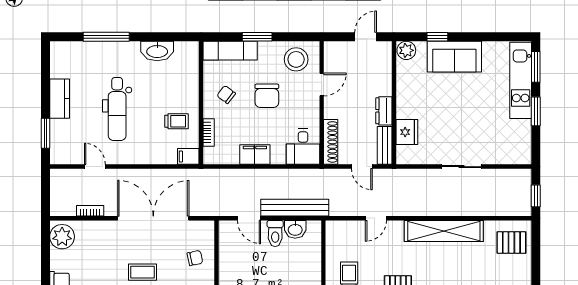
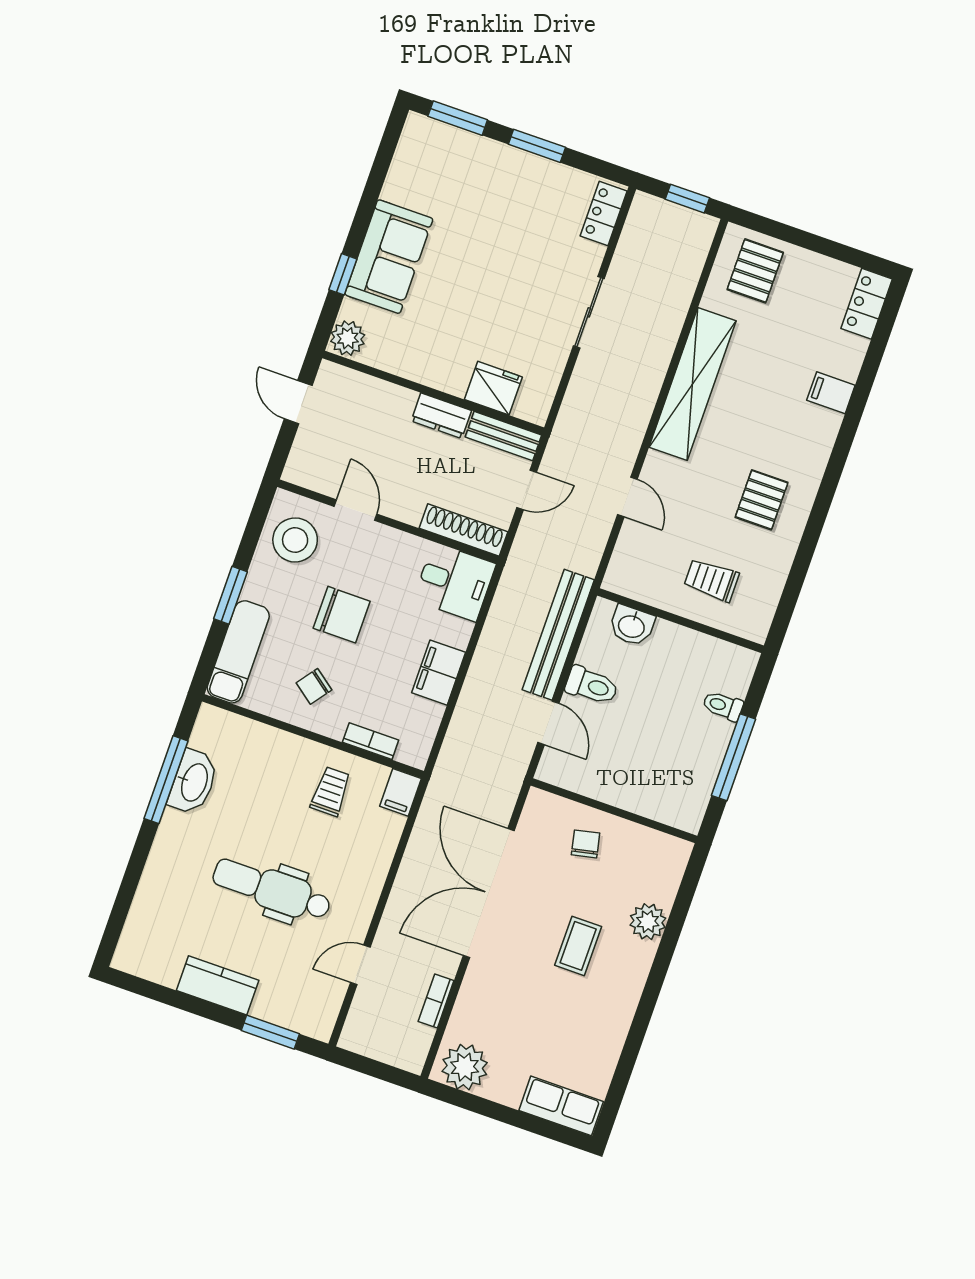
window: (106, 37) -> (166, 780), moved
kitchen unit: (521, 80) -> (472, 153), removed
dental chair: (117, 109) -> (272, 889), turned 180
locker: (514, 157) -> (604, 213), added
door: (249, 218) -> (548, 723), hinge flipped
washbasin: (295, 229) -> (632, 626), moved, turned 90

